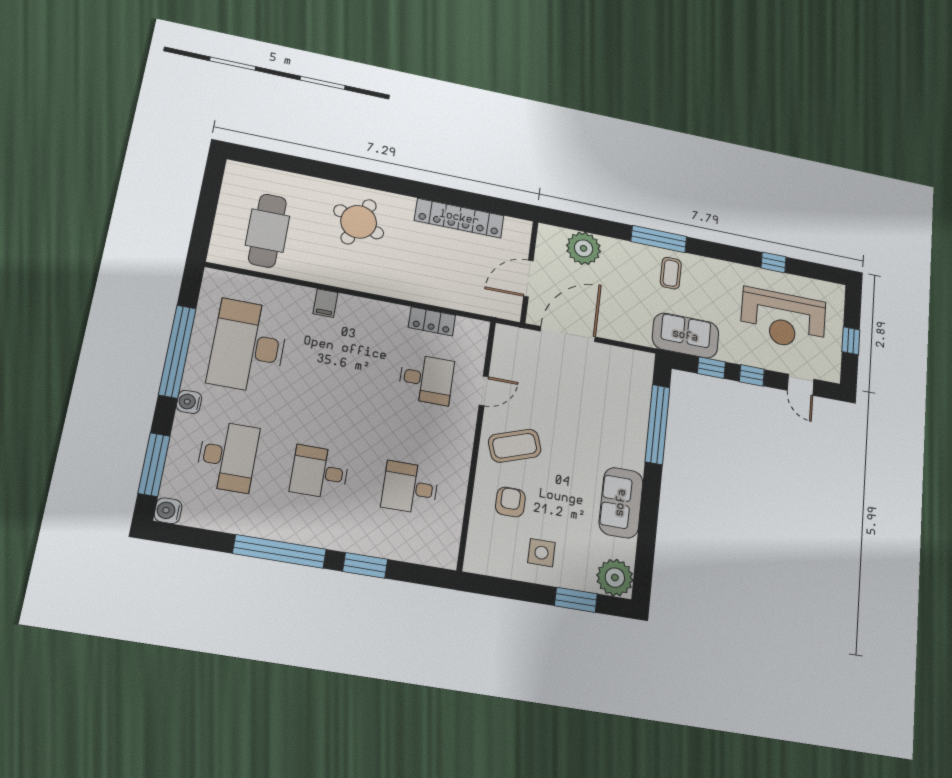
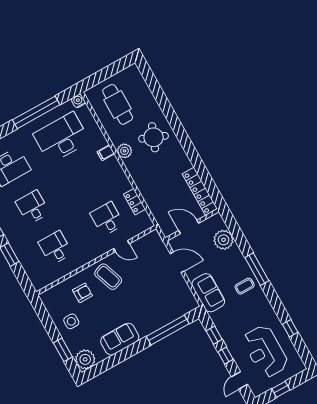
locker: (459, 218) -> (200, 191), moved
cafe table: (267, 231) -> (118, 104), turned 90
plant: (345, 276) -> (124, 151), added
door: (568, 334) -> (177, 262), width x0.73
sofa: (685, 336) -> (208, 293), moved
desk: (426, 379) -> (107, 219), turned 180
water cooler: (189, 402) -> (78, 101), moved

